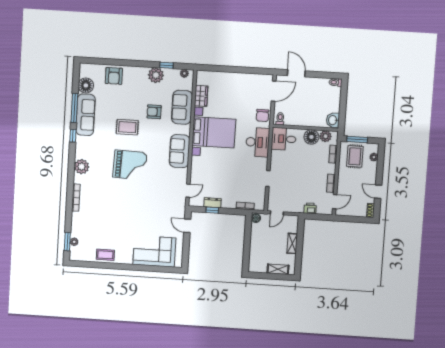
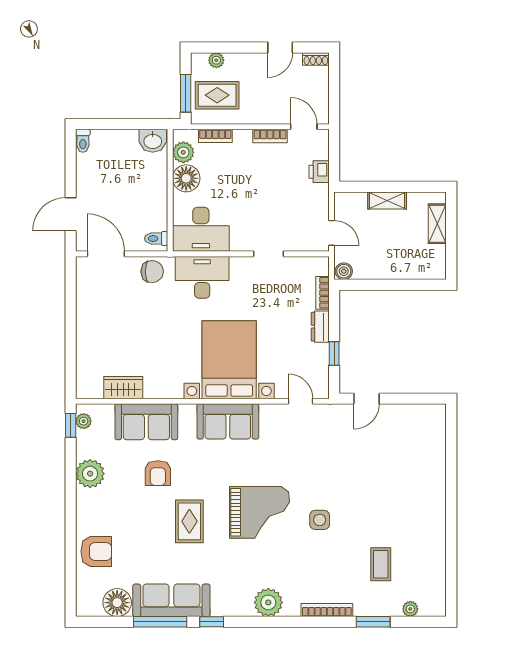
window: (166, 65) -> (71, 425), moved
bed with nightstands: (214, 132) -> (229, 360), moved
desk: (284, 139) -> (201, 229), width x1.37
grand piano: (130, 165) -> (260, 512), turned 88
side table: (124, 197) -> (320, 520), added
dresser: (213, 203) -> (320, 327), moved
window: (67, 242) -> (373, 622), moved
corner sofa: (154, 251) -> (418, 457), removed
coffee table: (105, 255) -> (381, 564), moved

